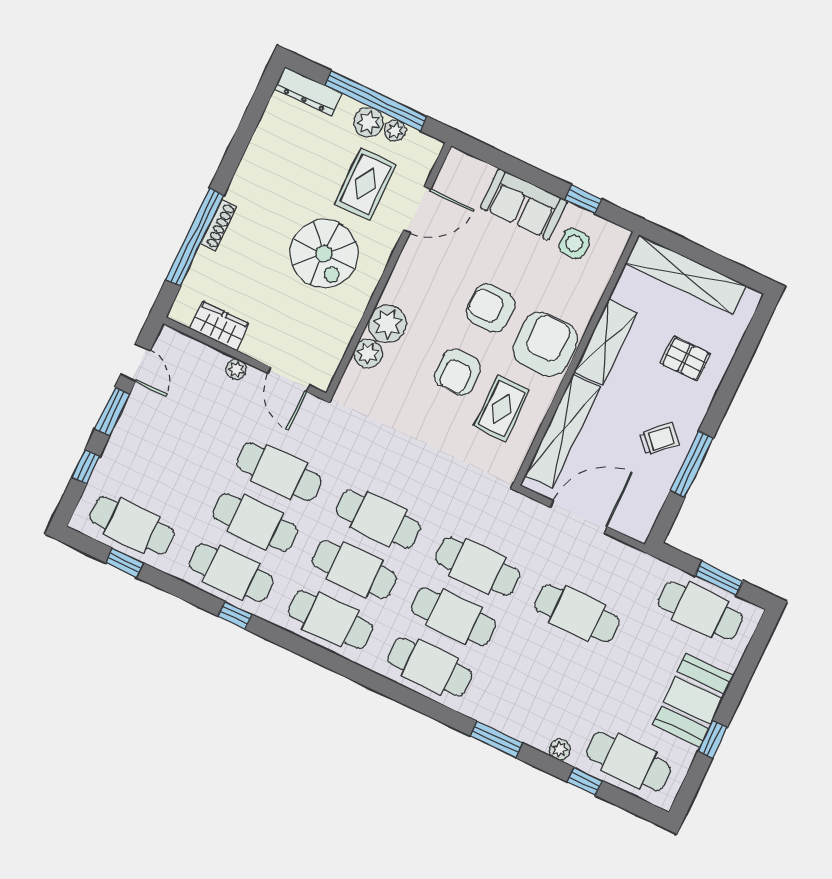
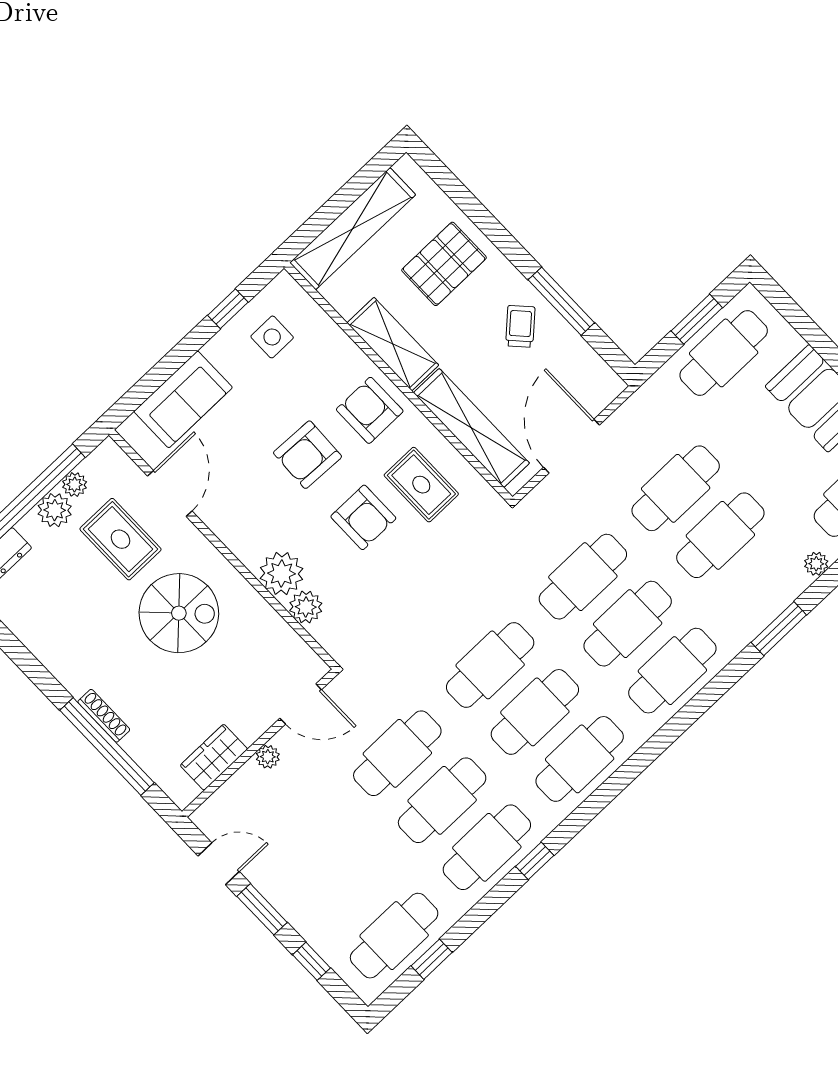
sofa: (524, 204) -> (183, 399), moved
armchair: (545, 344) -> (370, 410), width x0.73, depth x0.73
pallet: (686, 359) -> (444, 264), width x1.50, depth x1.42
cafe table: (553, 664) -> (720, 535), added

